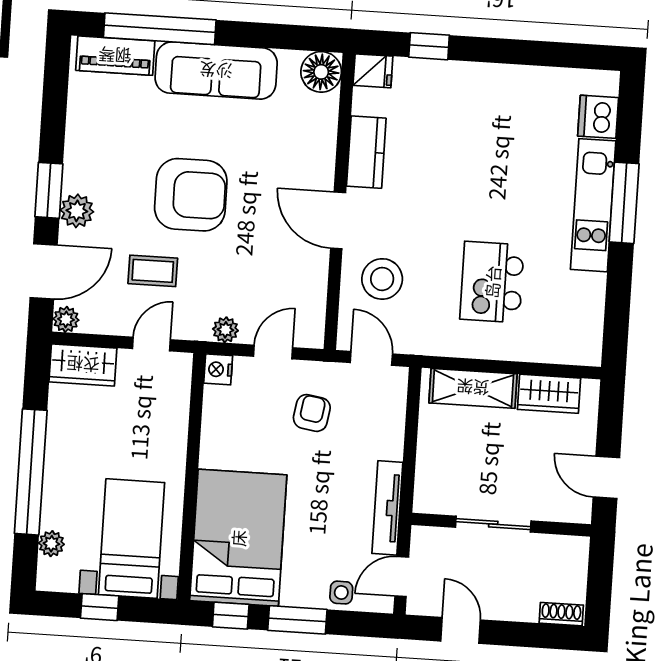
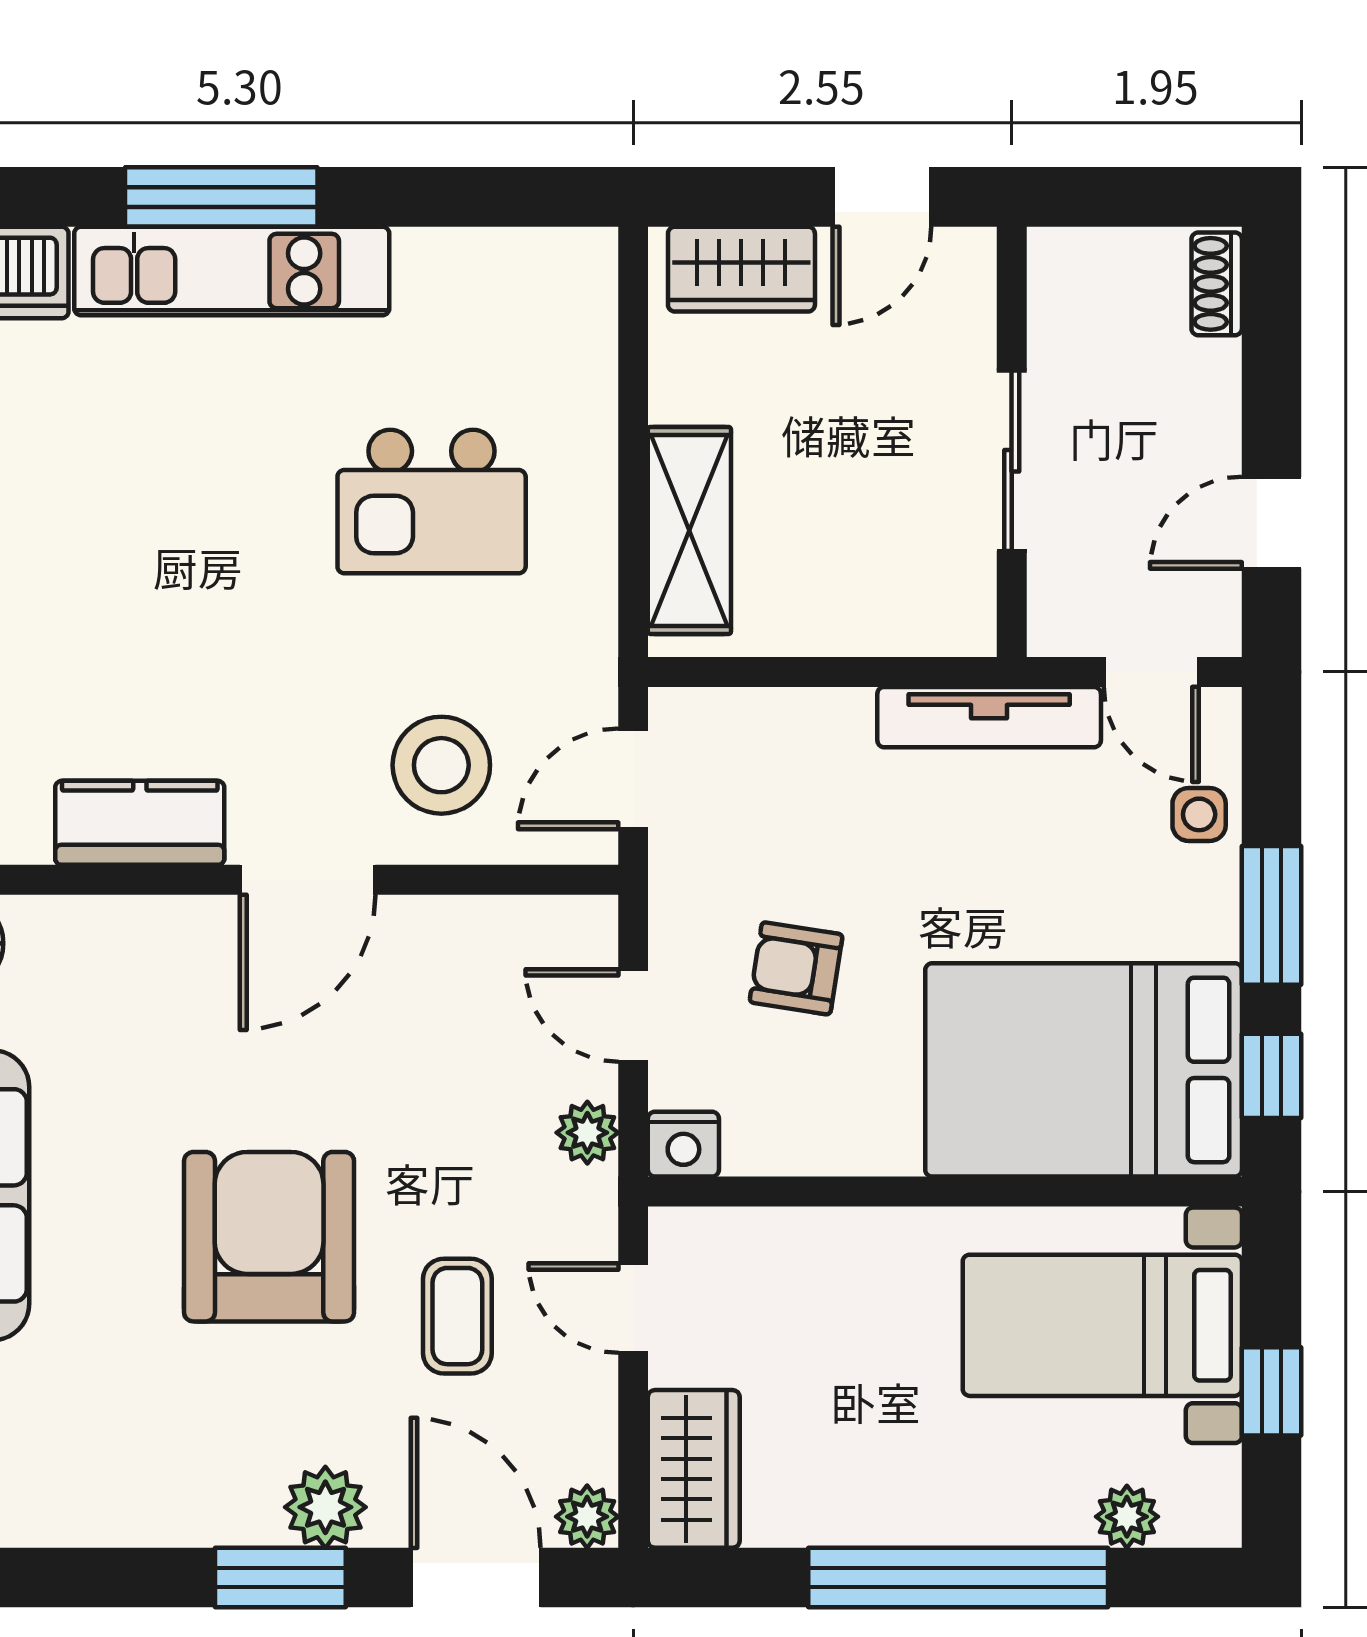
wardrobe: (549, 394) -> (741, 269), moved, turned 90
armchair: (312, 413) -> (796, 968), moved

